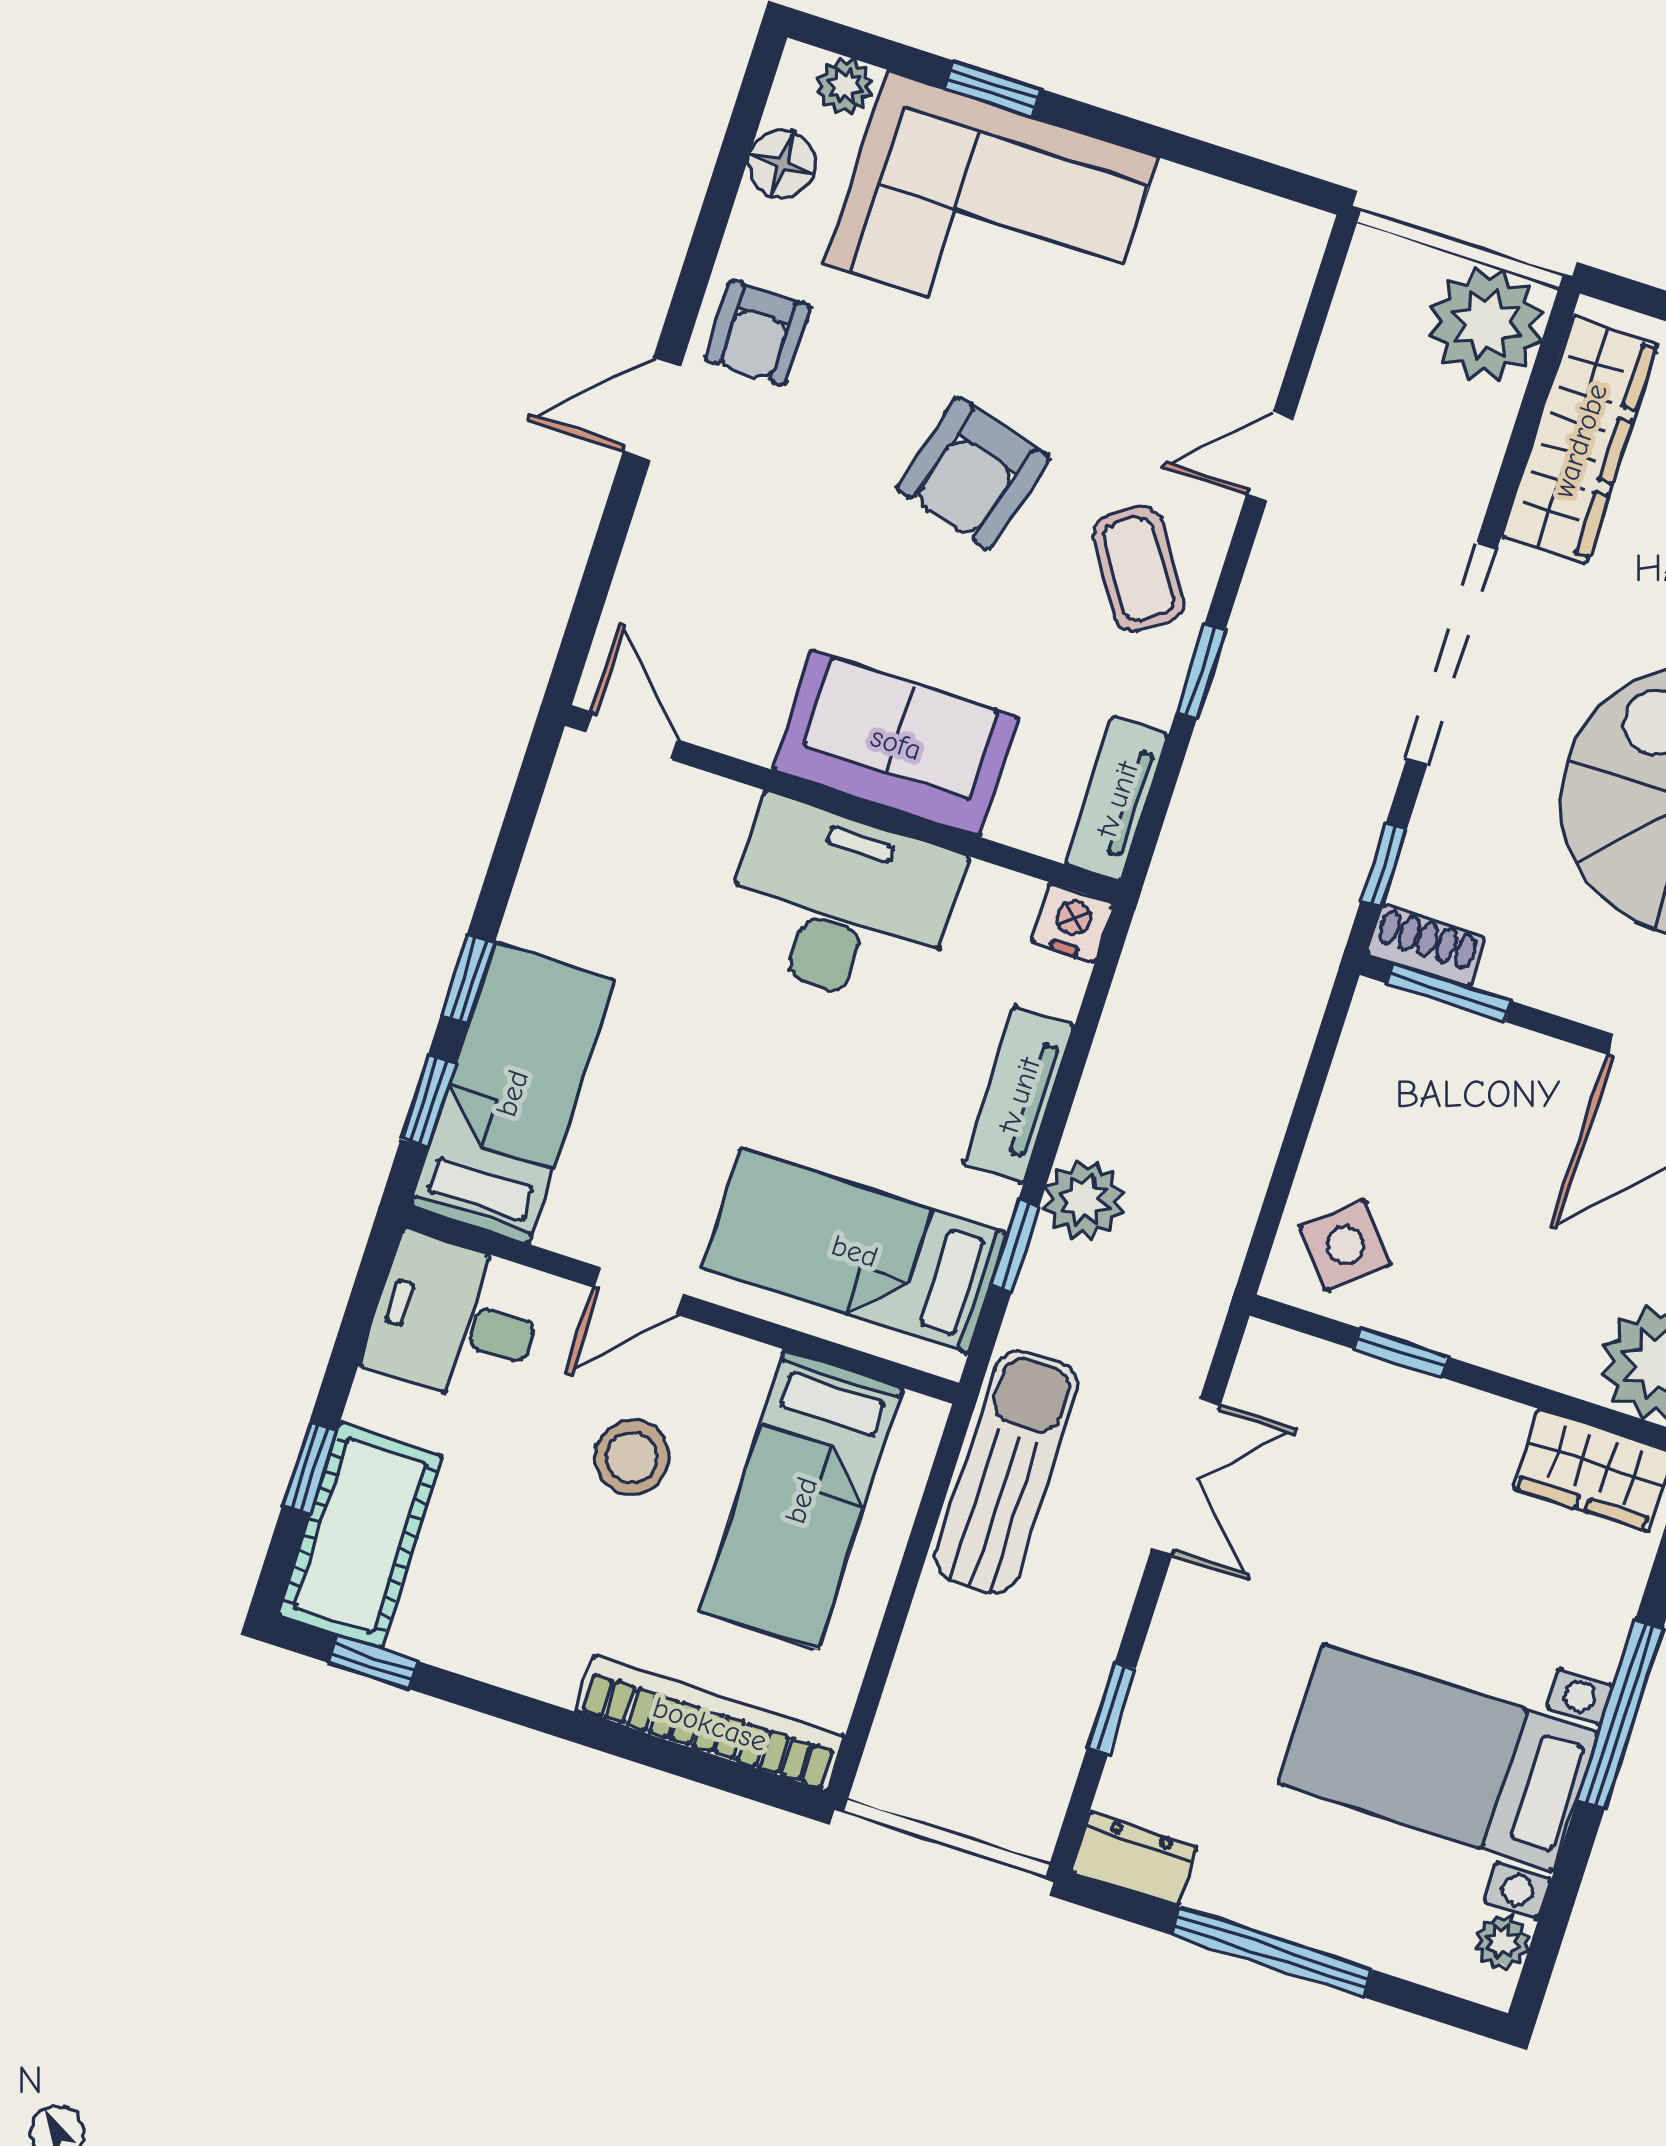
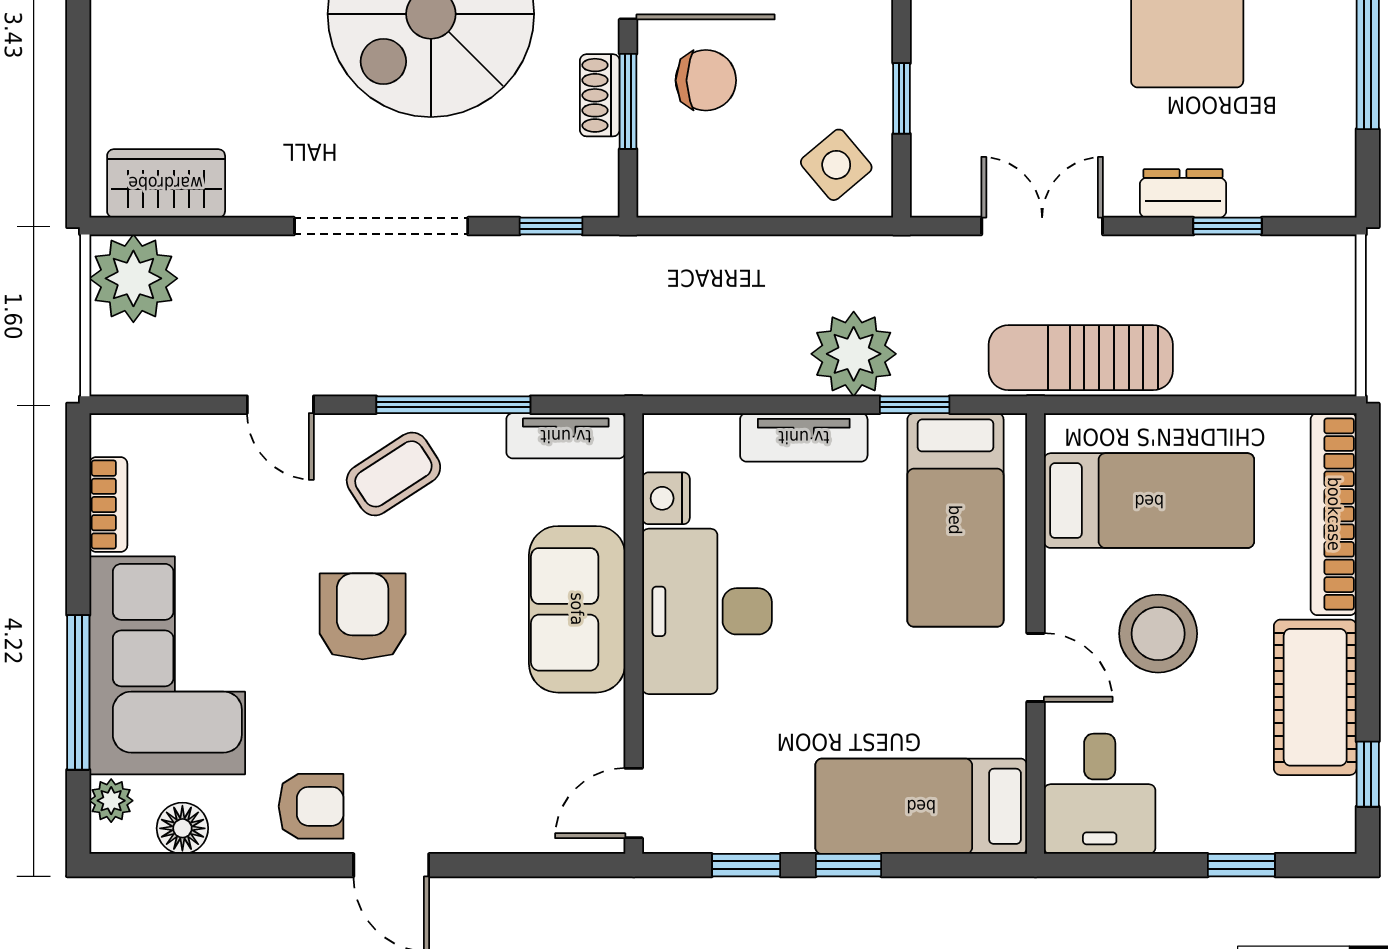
window: (993, 89) -> (78, 692), width x2.17
bookcase: (1215, 202) -> (108, 505), added
wardrobe: (1580, 440) -> (166, 183), width x0.67
armchair: (973, 473) -> (363, 616), turned -106
window: (1200, 672) -> (453, 405), width x2.17
nightstand: (1072, 923) -> (666, 498), moved
shoe rack: (1426, 946) -> (600, 95), moved
window: (1449, 992) -> (628, 101), moved
window: (428, 1101) -> (746, 865), moved
chair: (1503, 1117) -> (706, 80), added
plant: (1084, 1200) -> (854, 354), width x1.36, depth x1.36
stool: (632, 1457) -> (1158, 634), width x1.38, depth x1.38
cot: (360, 1536) -> (1315, 697), moved, turned 90
dresser: (1134, 1859) -> (1183, 193), moved, turned 90

